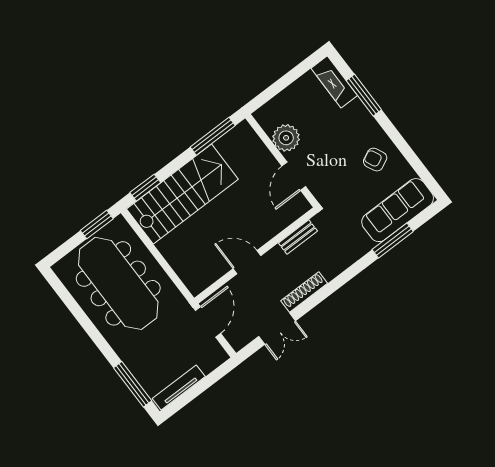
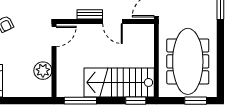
door: (294, 176) -> (54, 36), moved
window: (97, 225) -> (196, 101), moved
bench: (298, 237) -> (90, 14), moved

